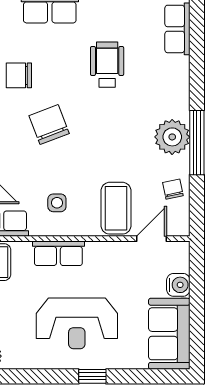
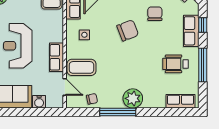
wheelchair: (107, 65) -> (176, 64), moved, turned 180
plant: (172, 137) -> (133, 98), moved
row of seats: (58, 253) -> (56, 57), moved

